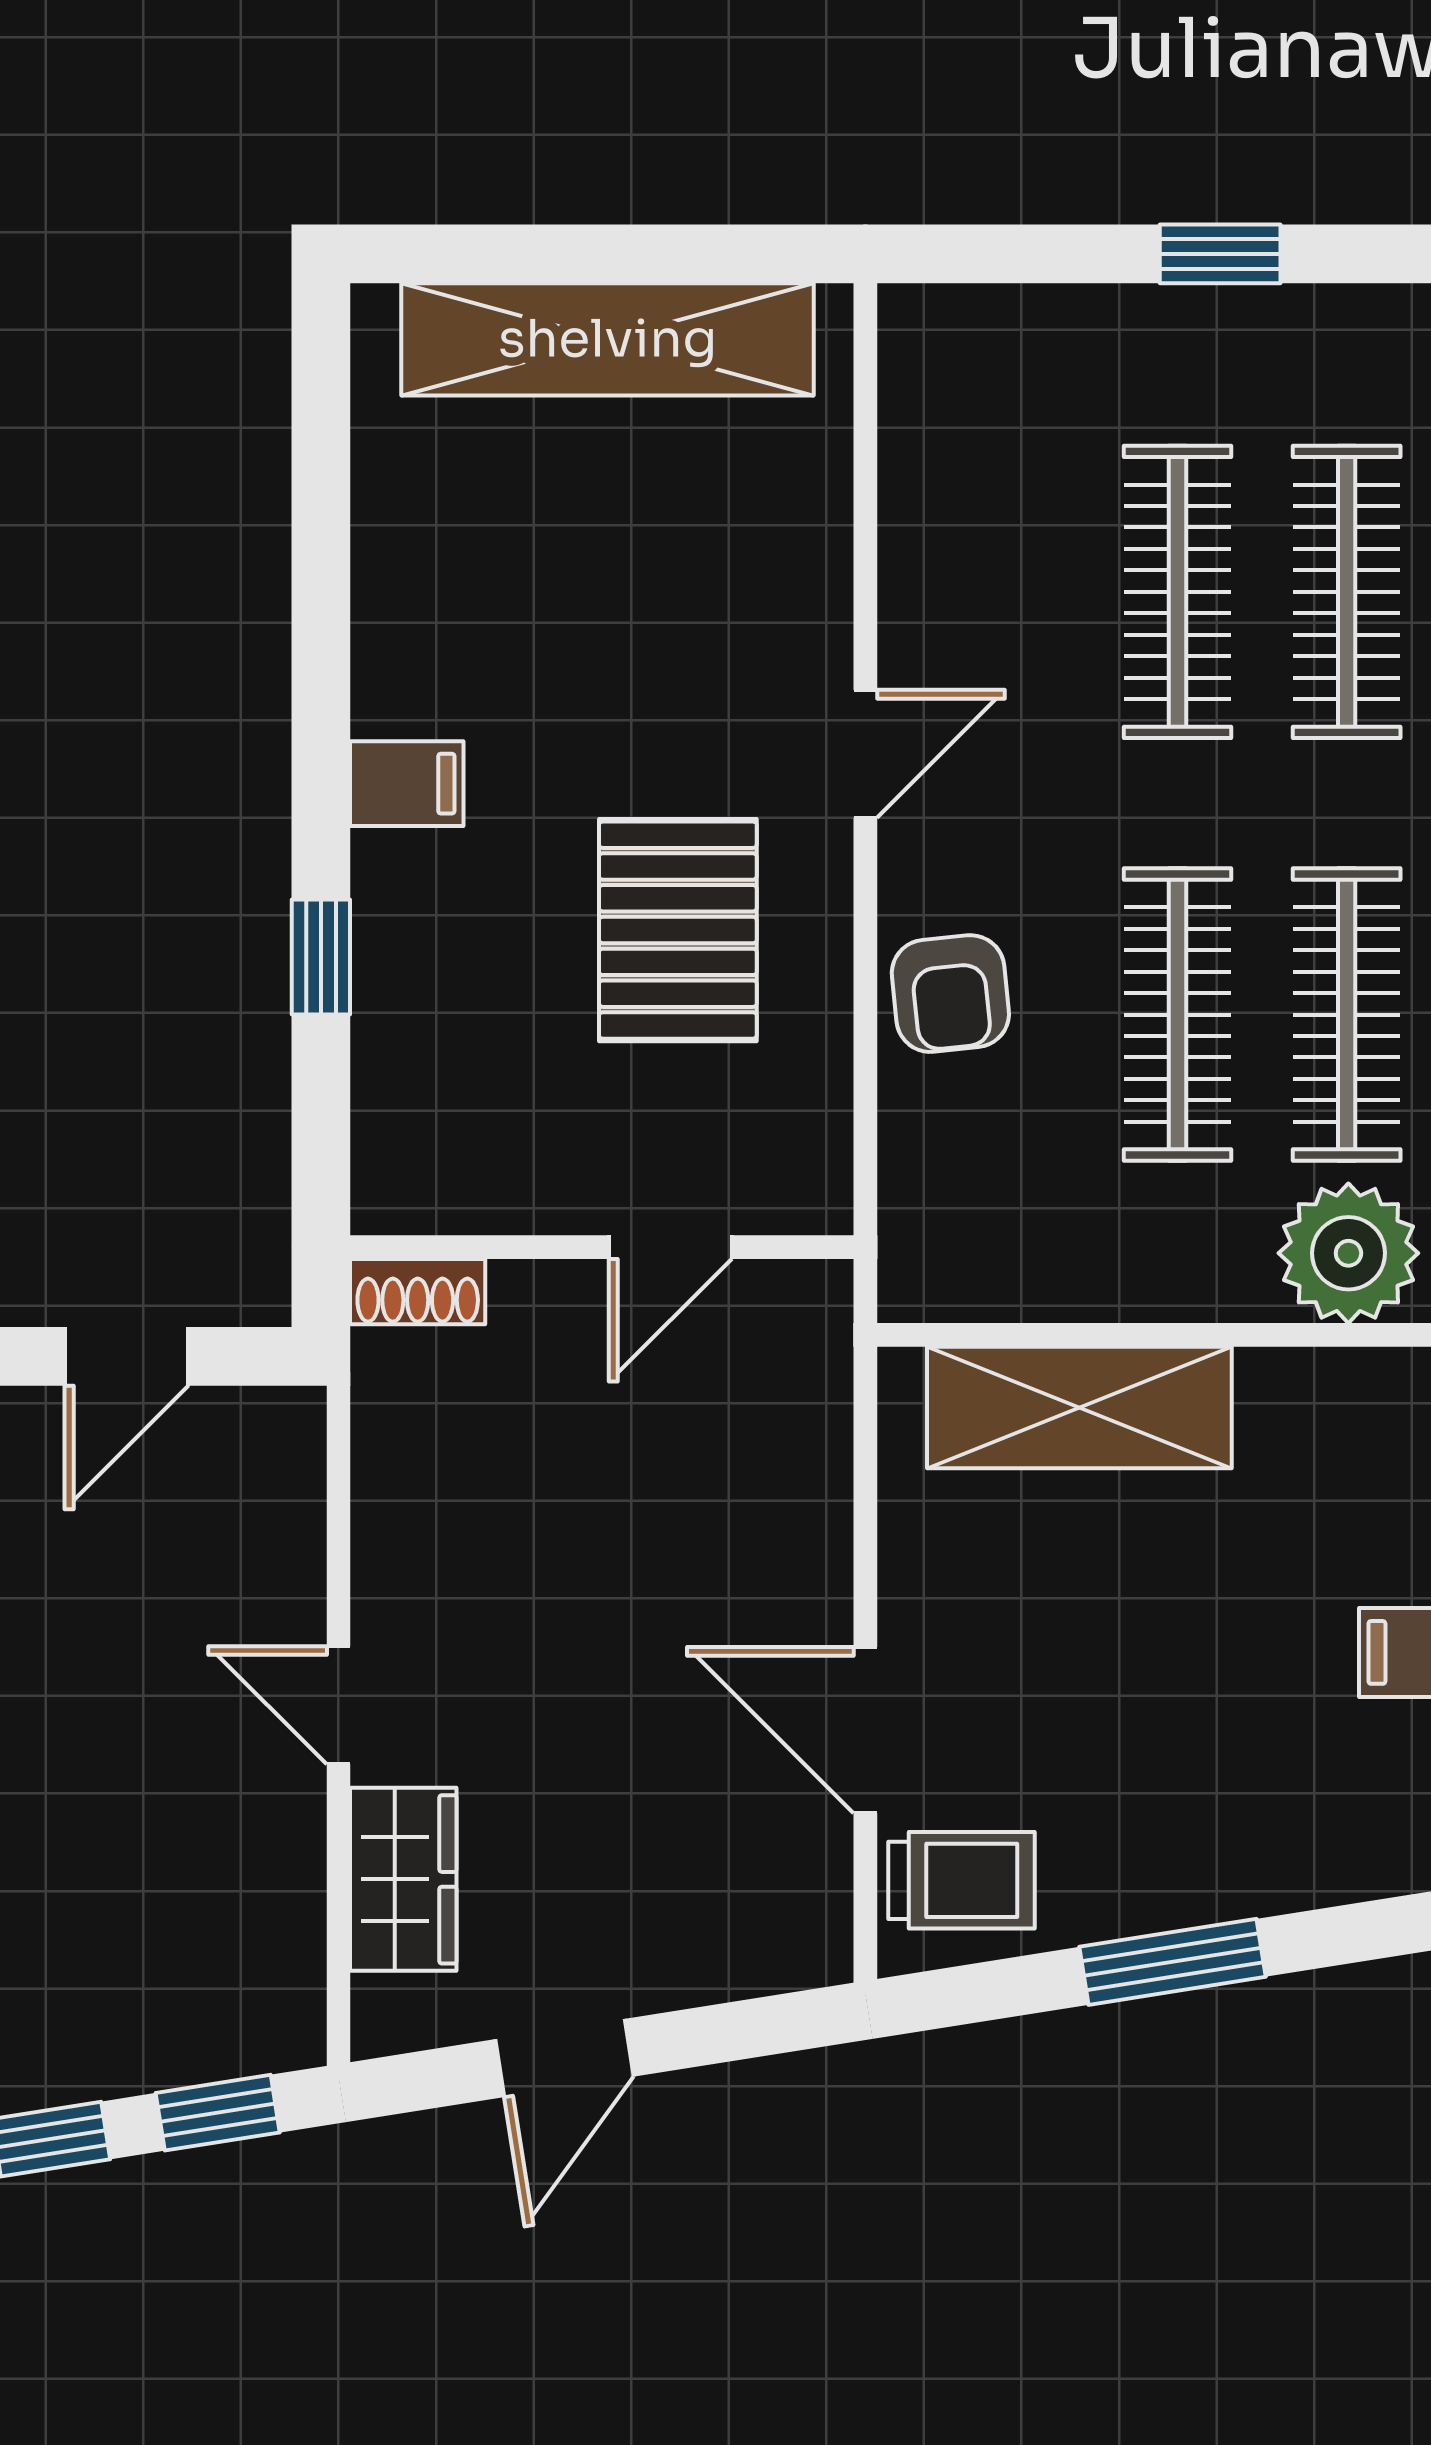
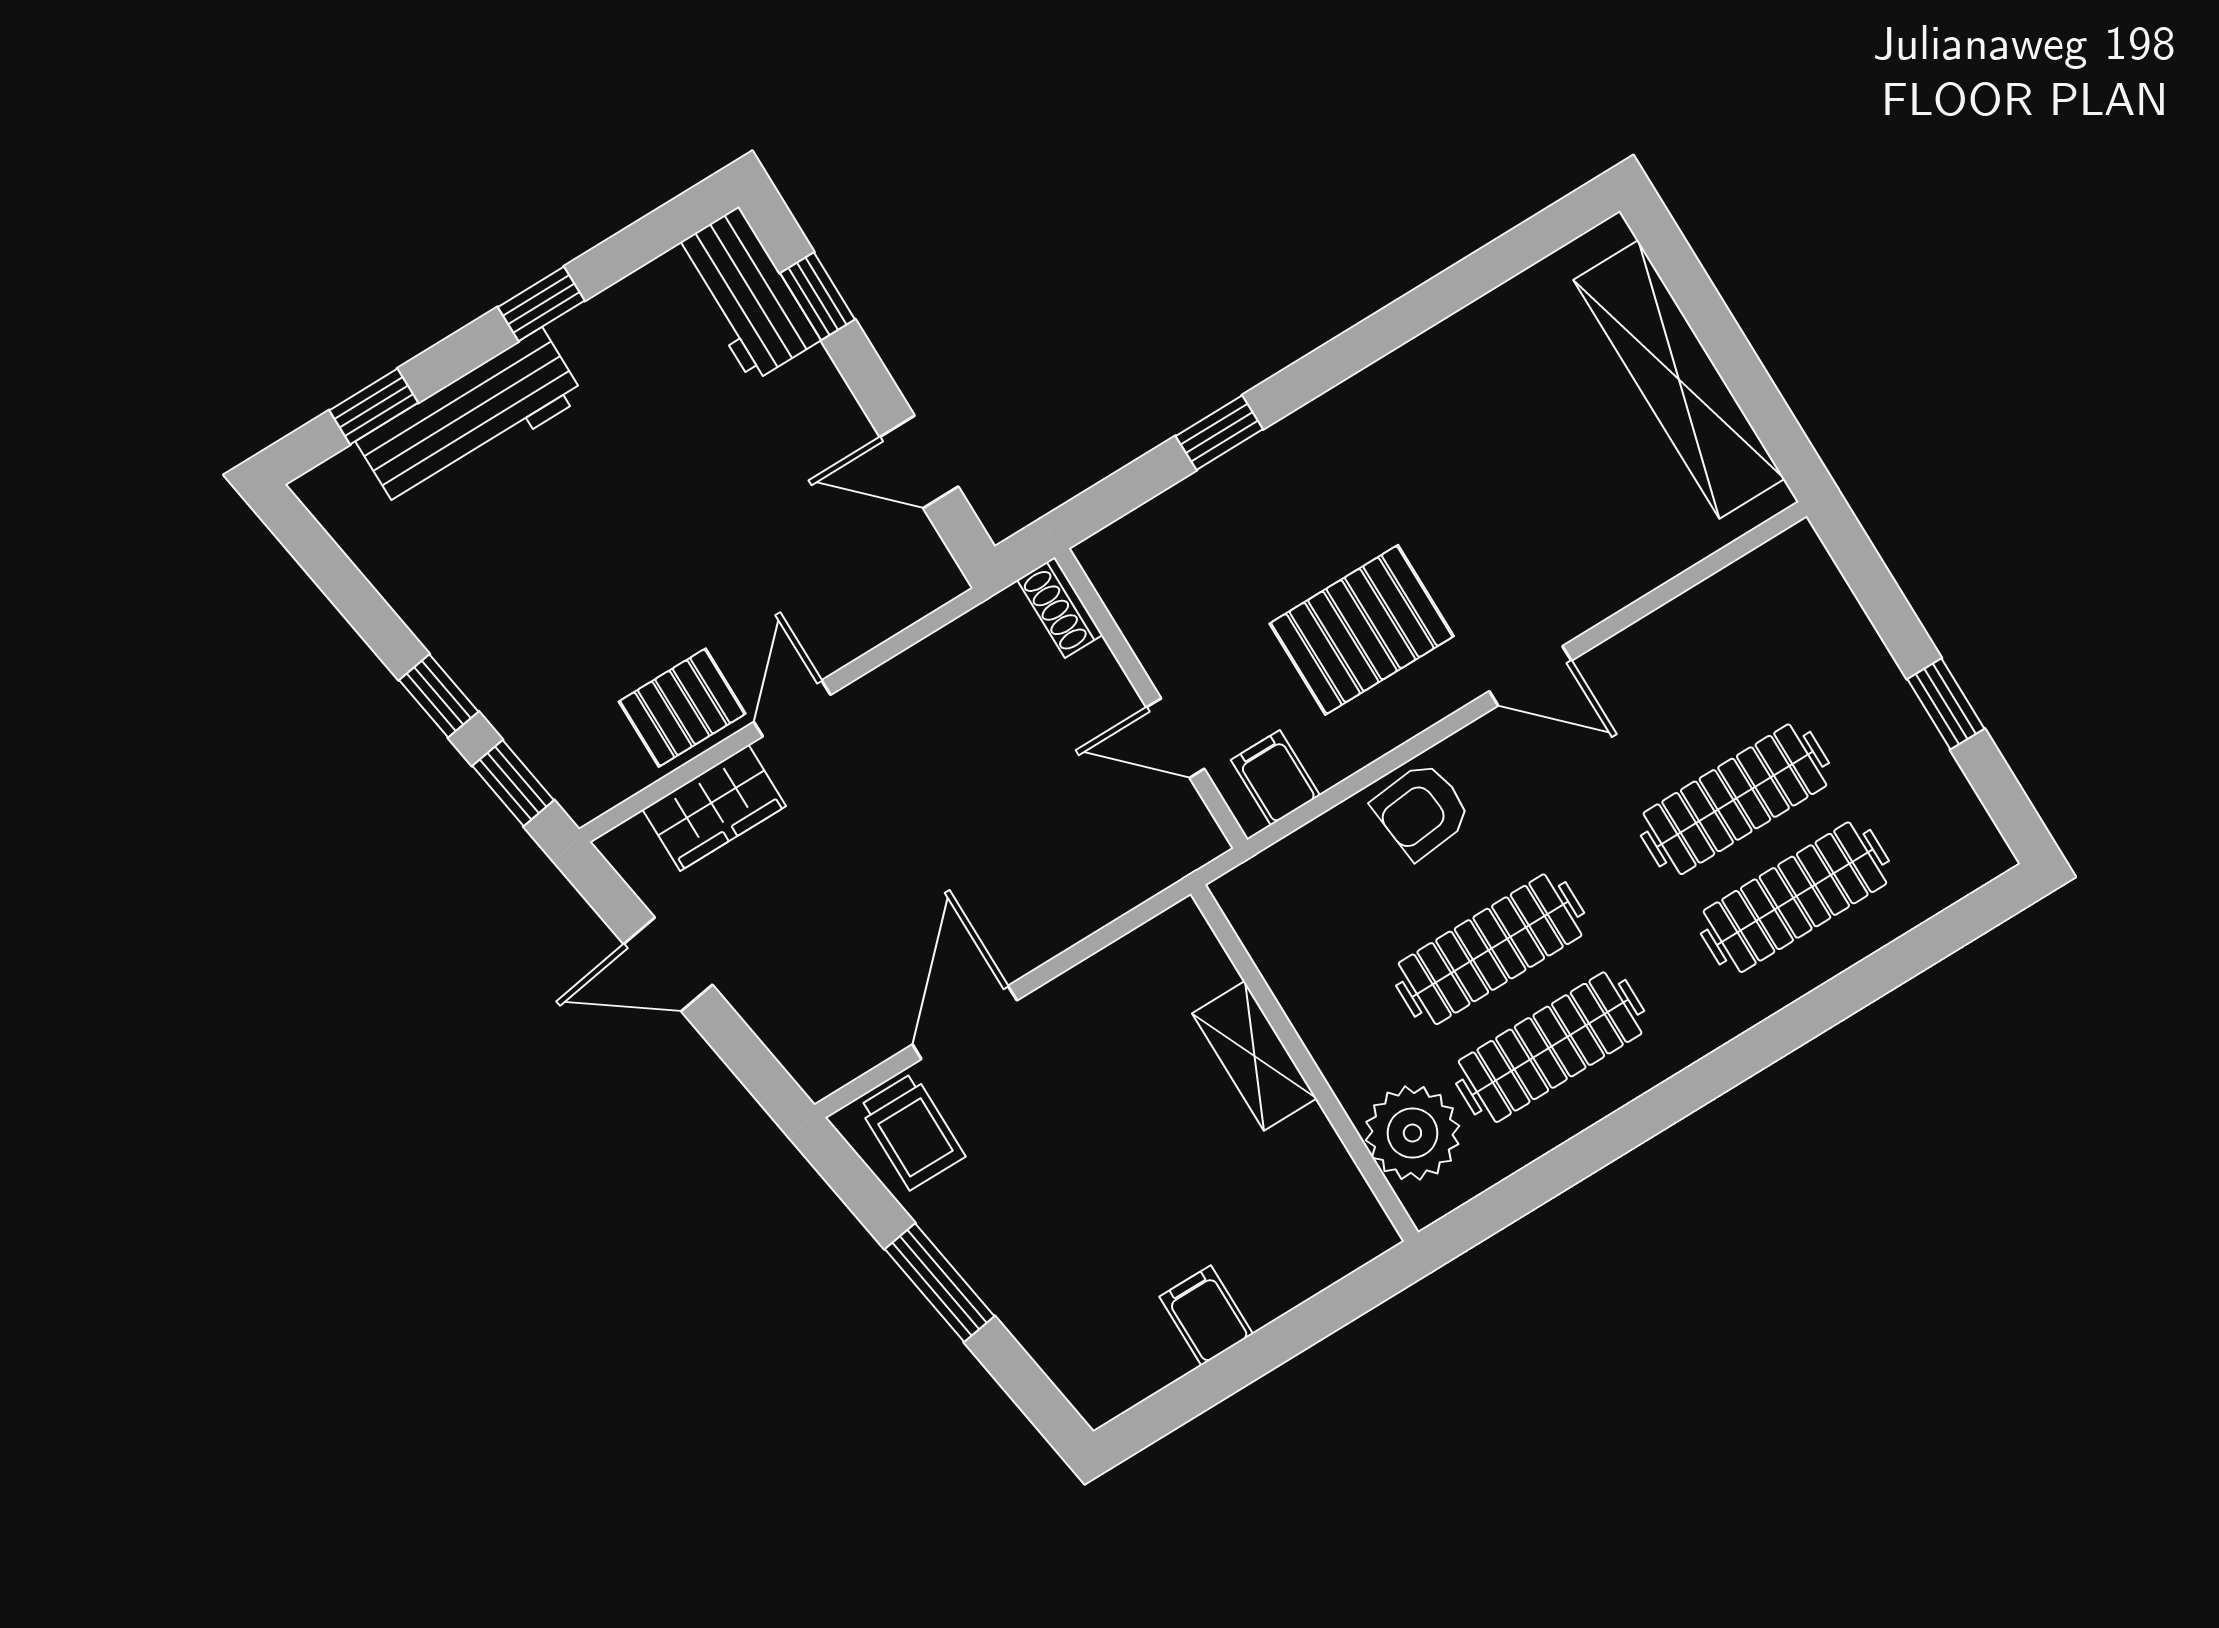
filing cabinet: (407, 784) -> (1275, 778), moved, turned 180
shelving: (1079, 1408) -> (1254, 1056), width x0.67, depth x0.75
pallet: (253, 1843) -> (682, 708), added

